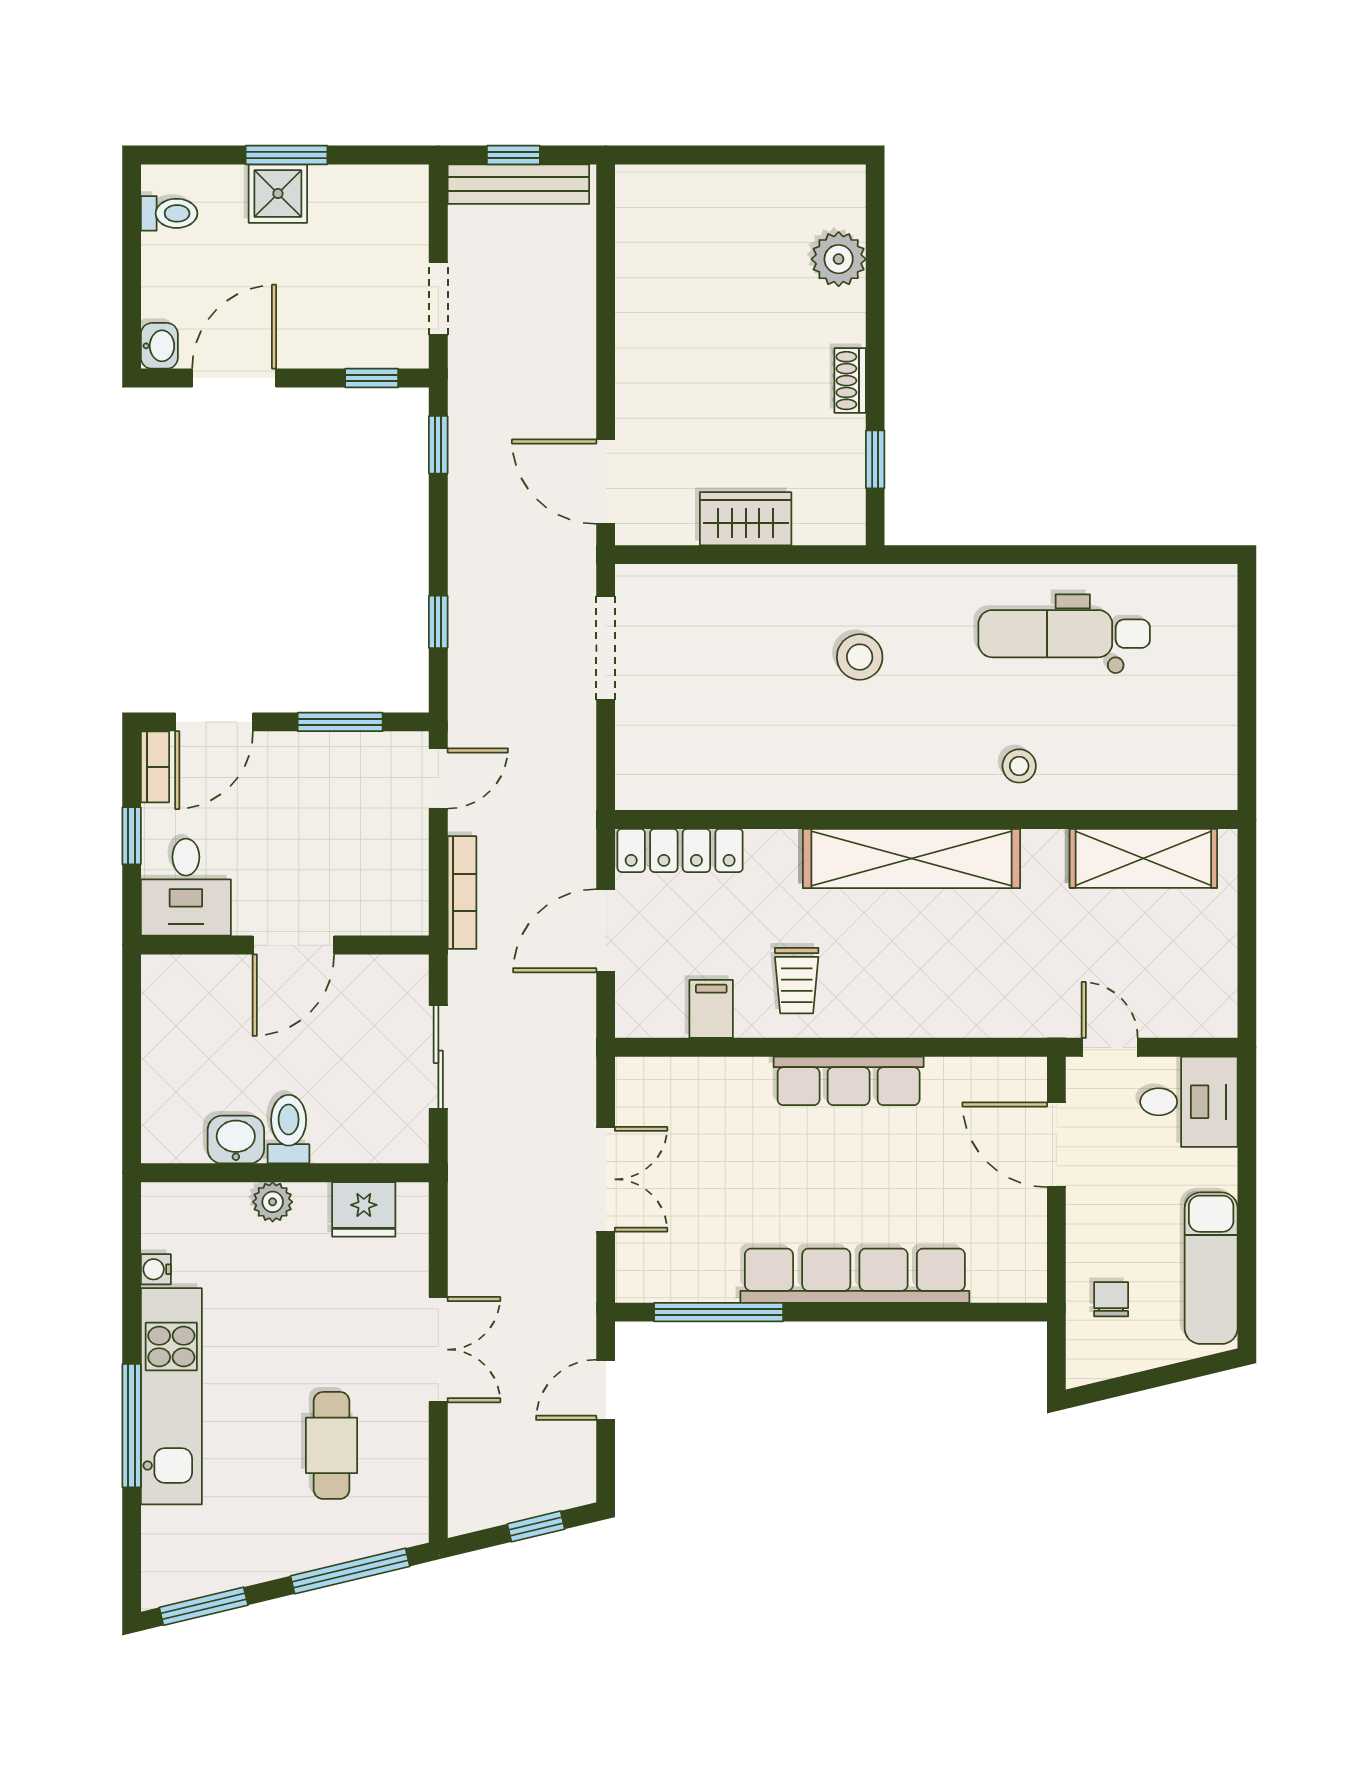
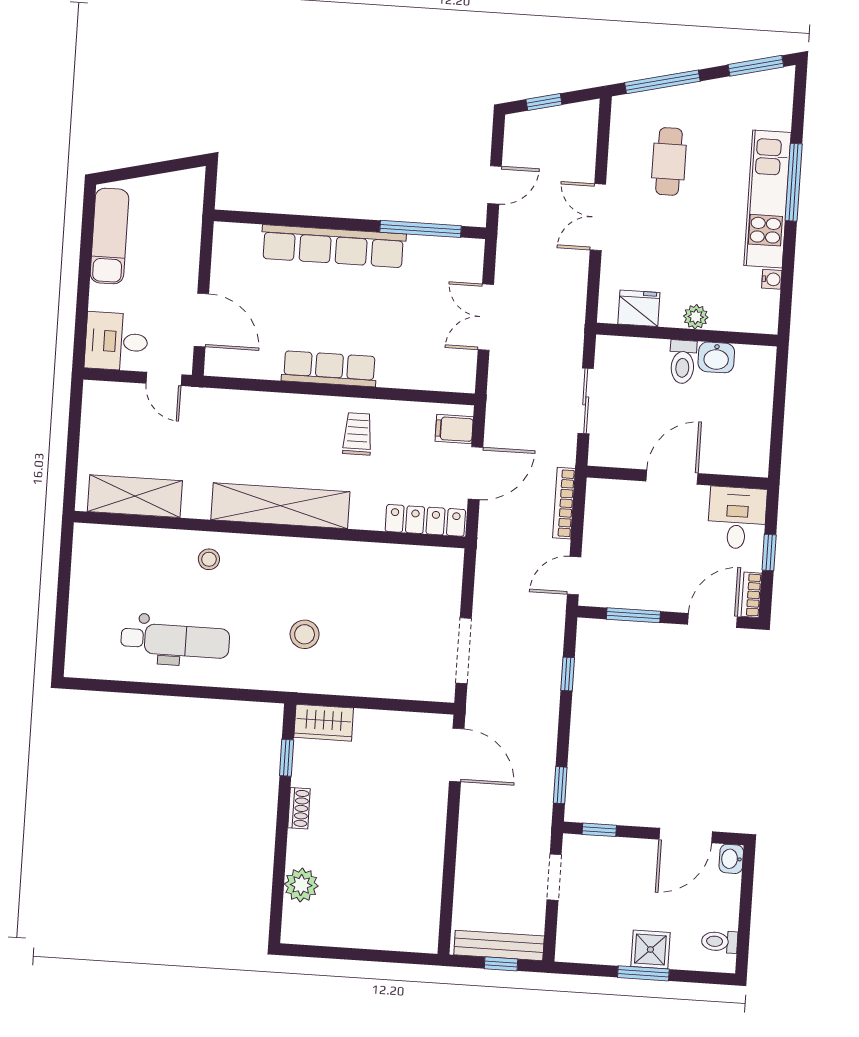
wardrobe: (746, 519) -> (324, 723), moved
filing cabinet: (711, 1009) -> (454, 429), moved, turned 90
chair: (1111, 1299) -> (173, 221), removed

